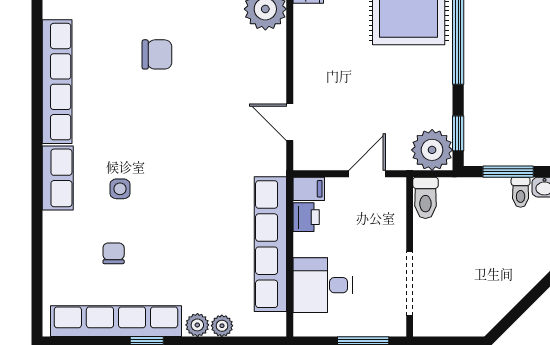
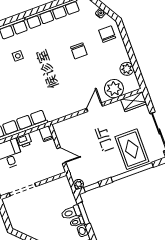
door: (290, 122) -> (95, 107), moved
plant: (432, 150) -> (79, 184), width x0.53, depth x0.53
toilet: (425, 198) -> (71, 213), moved
printer: (306, 217) -> (24, 141), moved

